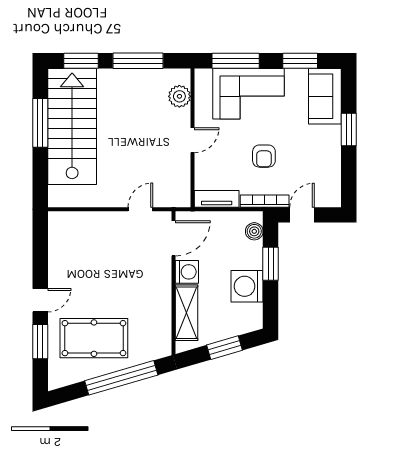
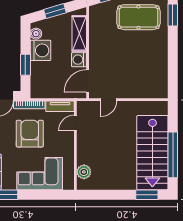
window: (138, 61) -> (110, 195), removed
window: (236, 61) -> (48, 195), removed
window: (40, 123) -> (173, 155), width x1.46
door: (193, 140) -> (75, 123), moved
armchair: (264, 156) -> (30, 134), width x1.88, depth x1.88
boiler: (254, 231) -> (36, 34), moved
door: (40, 300) -> (173, 41), removed

